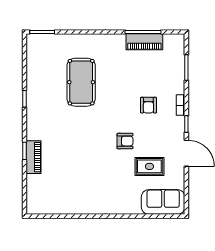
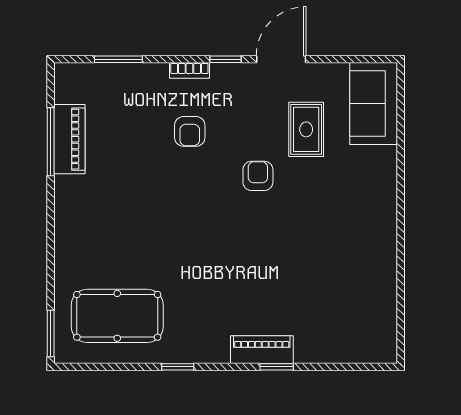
pool table: (81, 82) -> (117, 316), moved
armchair: (148, 105) -> (190, 131), turned 90
piano: (34, 157) -> (262, 350), moved

